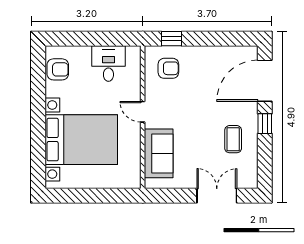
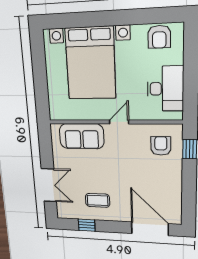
desk: (108, 63) -> (165, 89), width x1.37
armchair: (168, 68) -> (161, 146), turned 180
window: (265, 124) -> (87, 225), moved

